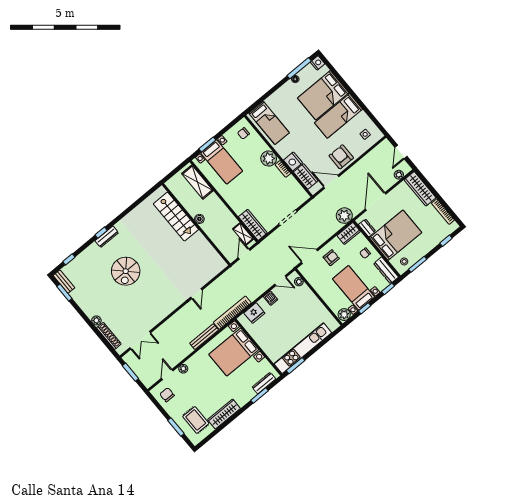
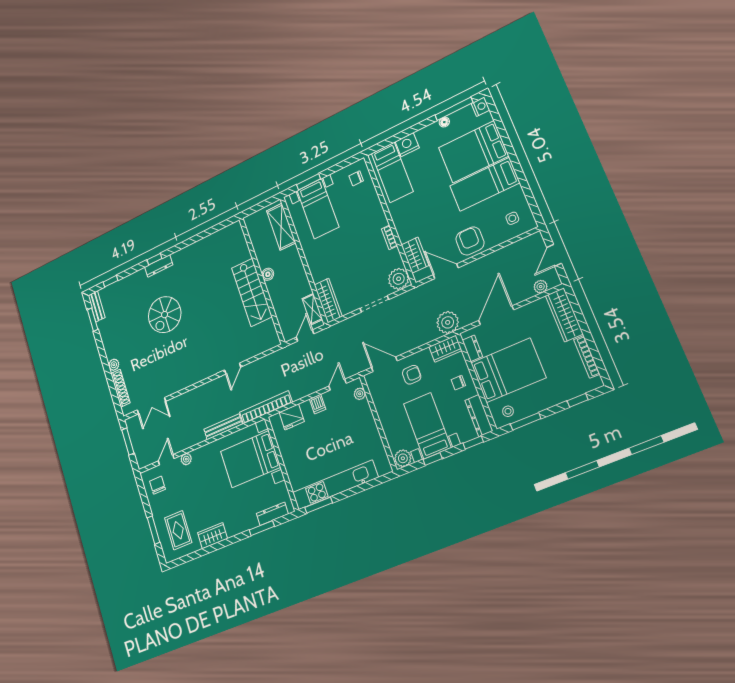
plant: (269, 158) -> (399, 279), moved
nightstand: (293, 161) -> (407, 145), moved, turned 90
stairs: (176, 217) -> (252, 292), moved
door: (280, 281) -> (337, 385), swing flipped
wardrobe: (224, 414) -> (212, 536), width x0.67

